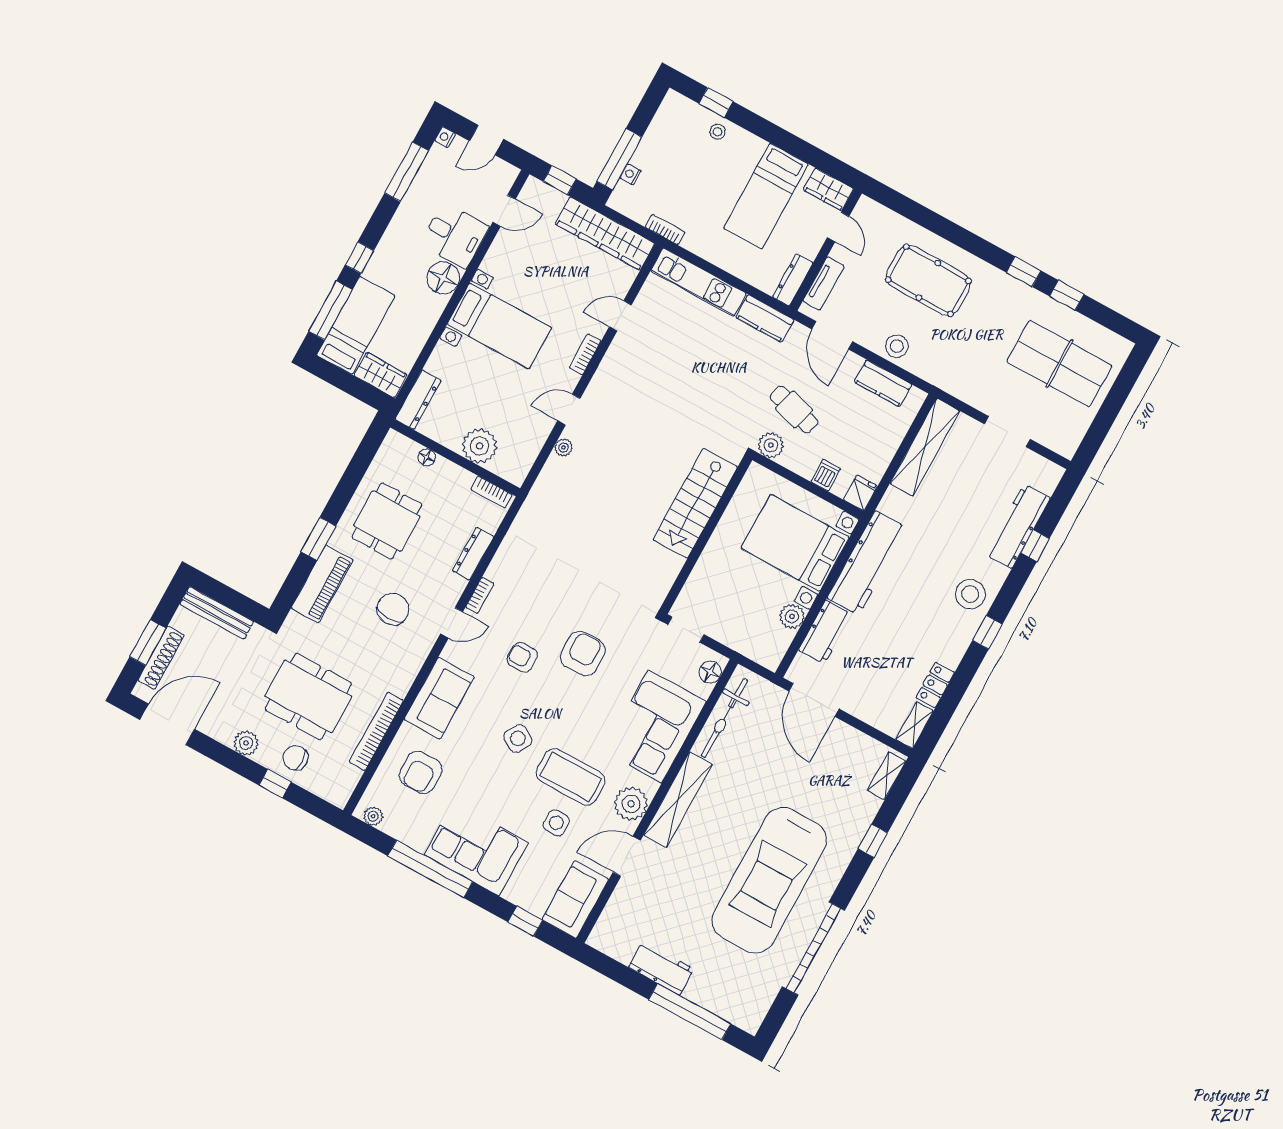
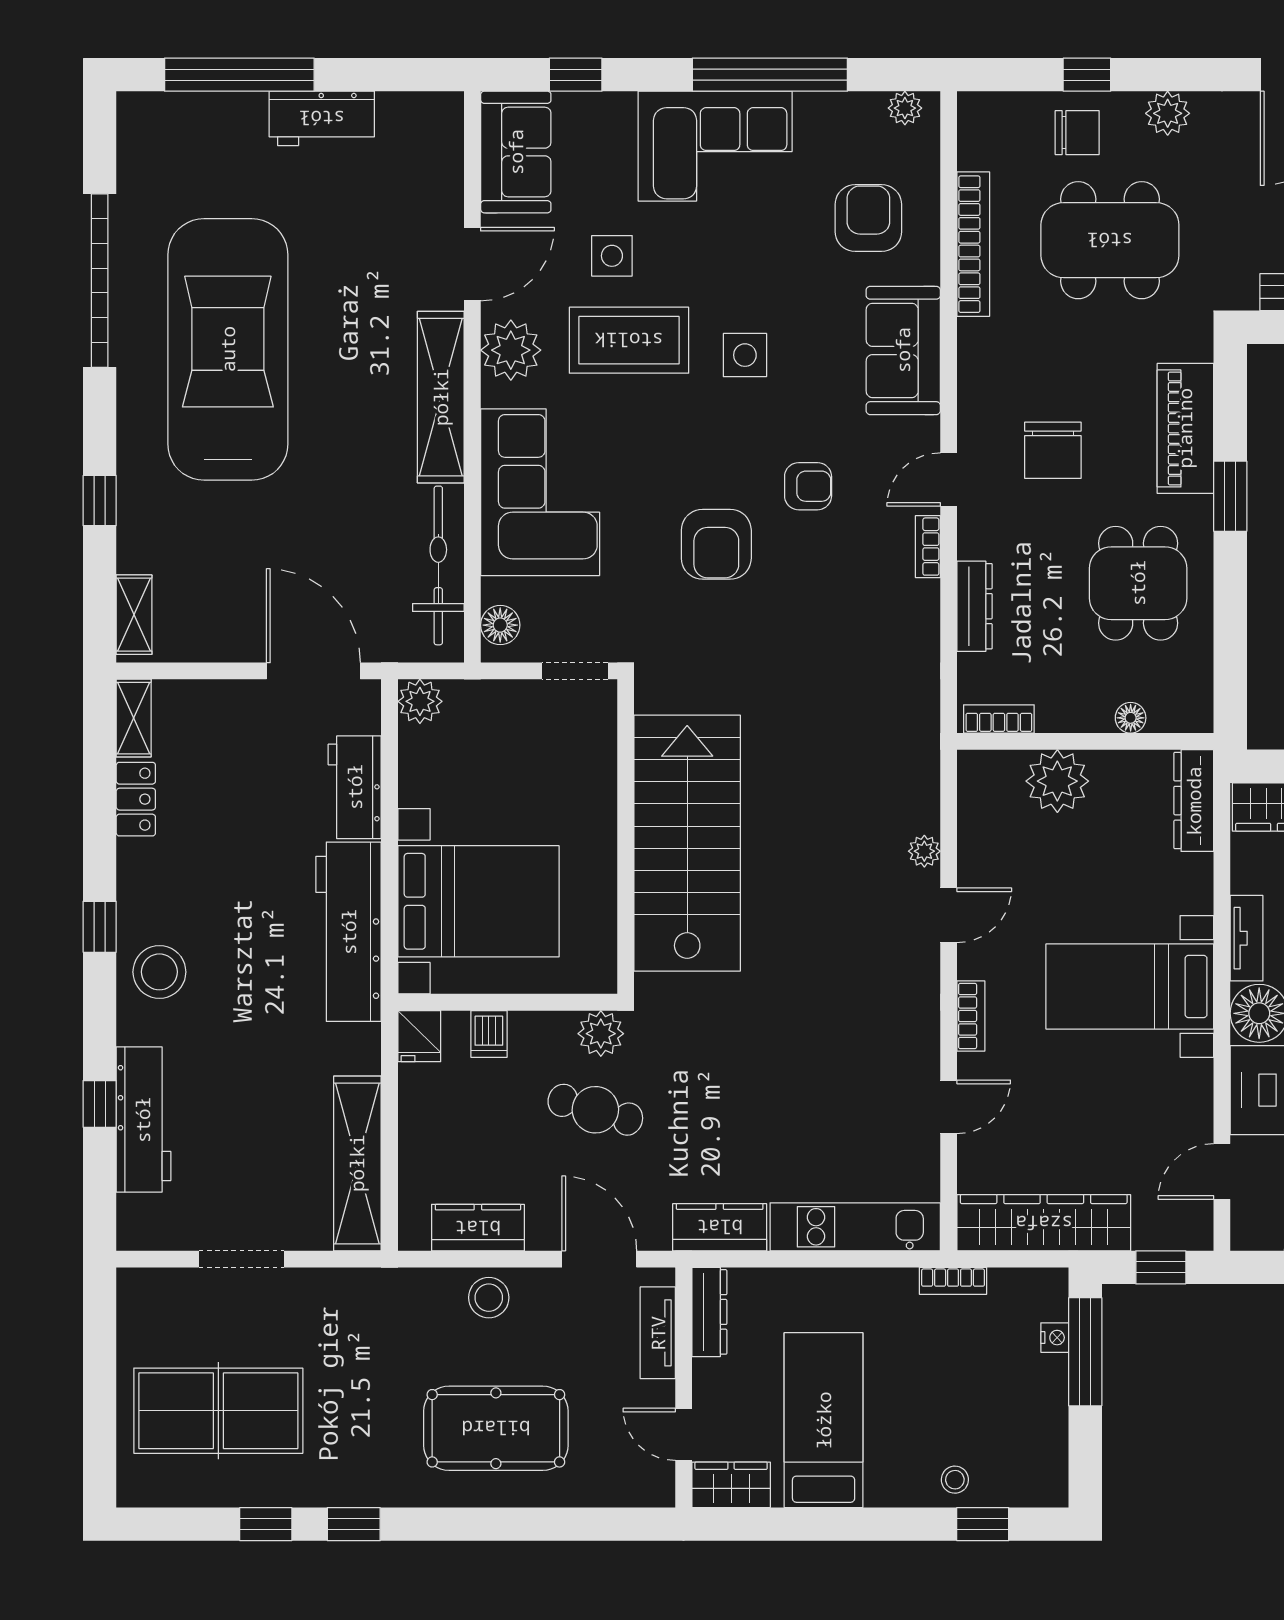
tv unit: (429, 318) -> (1247, 938), added
stairs: (695, 503) -> (687, 843), width x1.36, depth x1.51
plant: (792, 616) -> (420, 701), moved
side table: (518, 738) -> (745, 355), turned -31

